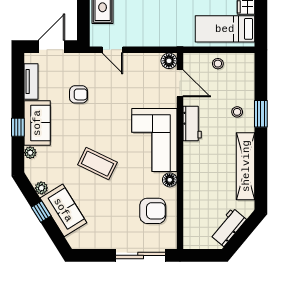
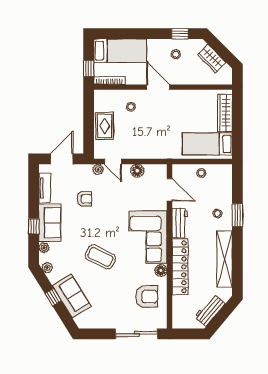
plant: (95, 59) -> (98, 170), added
floor lamp: (169, 61) -> (137, 171), moved
locker: (192, 175) -> (180, 267), added
plant: (41, 188) -> (47, 268), moved

